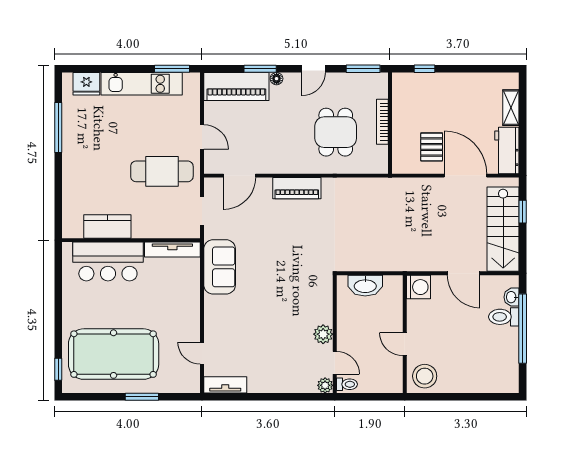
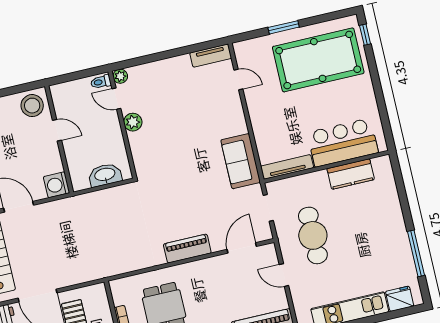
cafe table: (162, 171) -> (313, 235), turned 90

